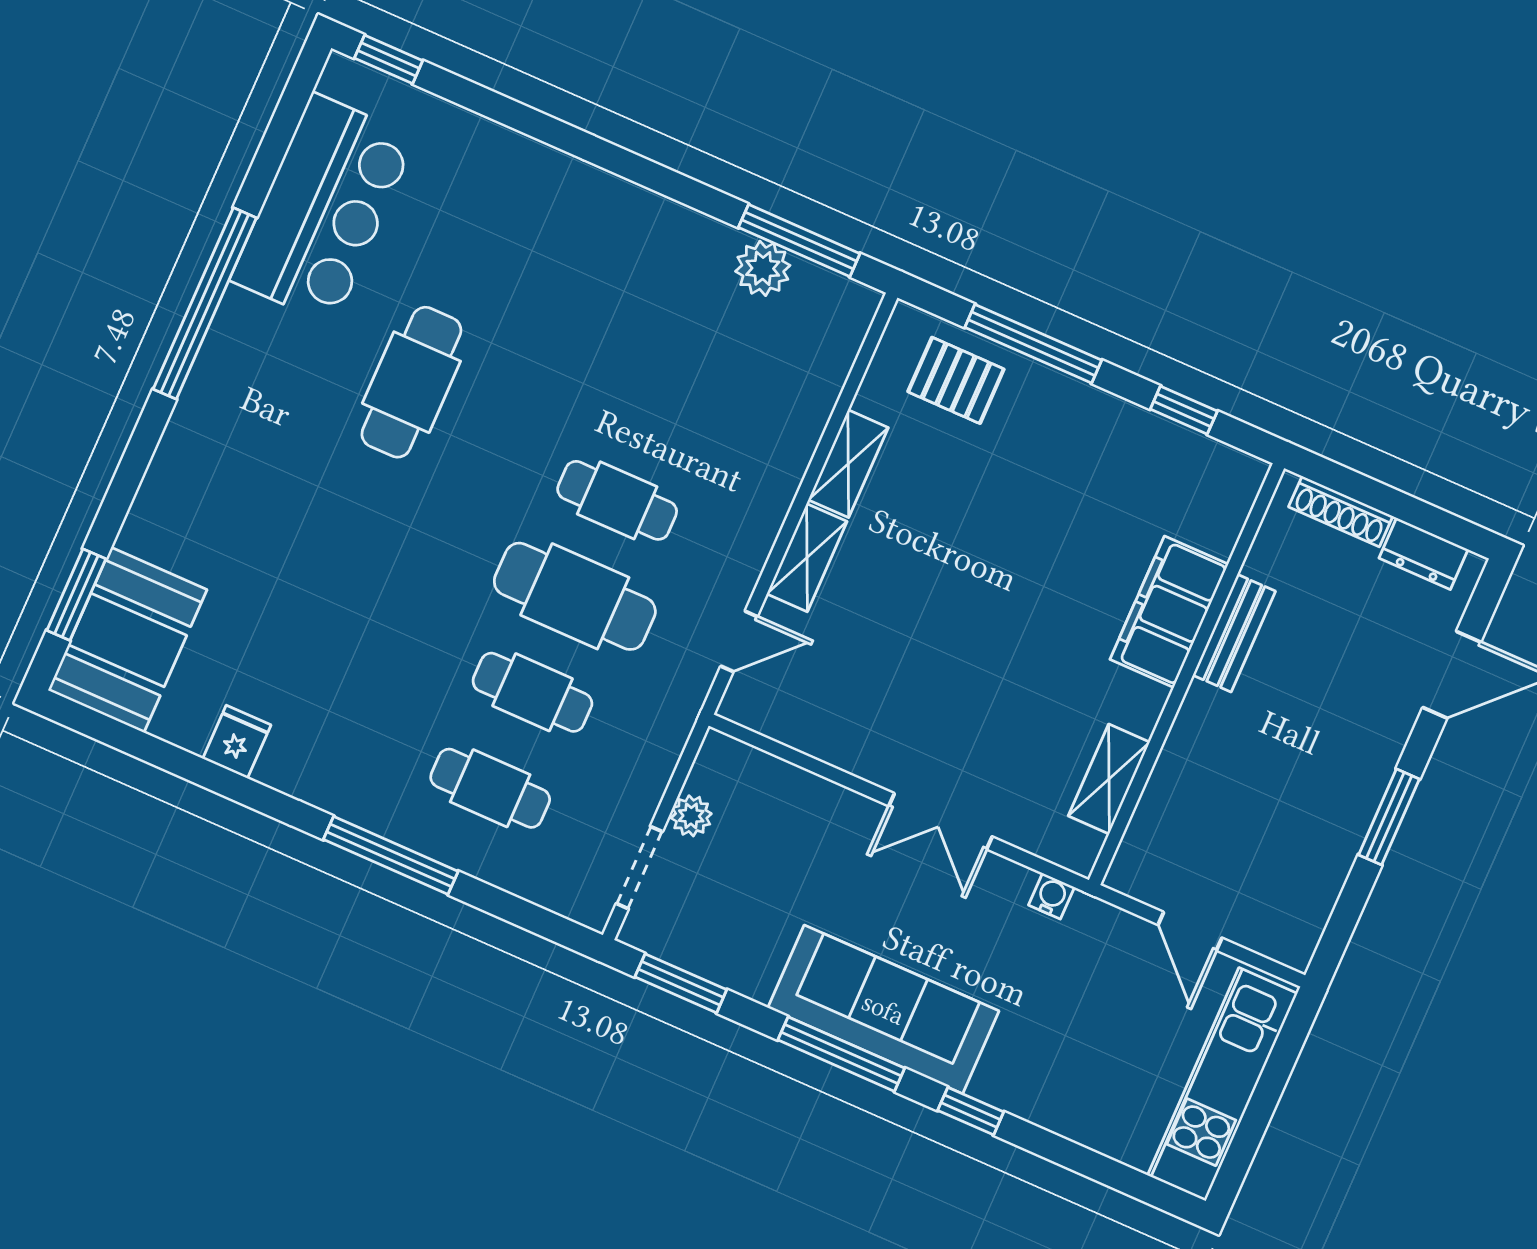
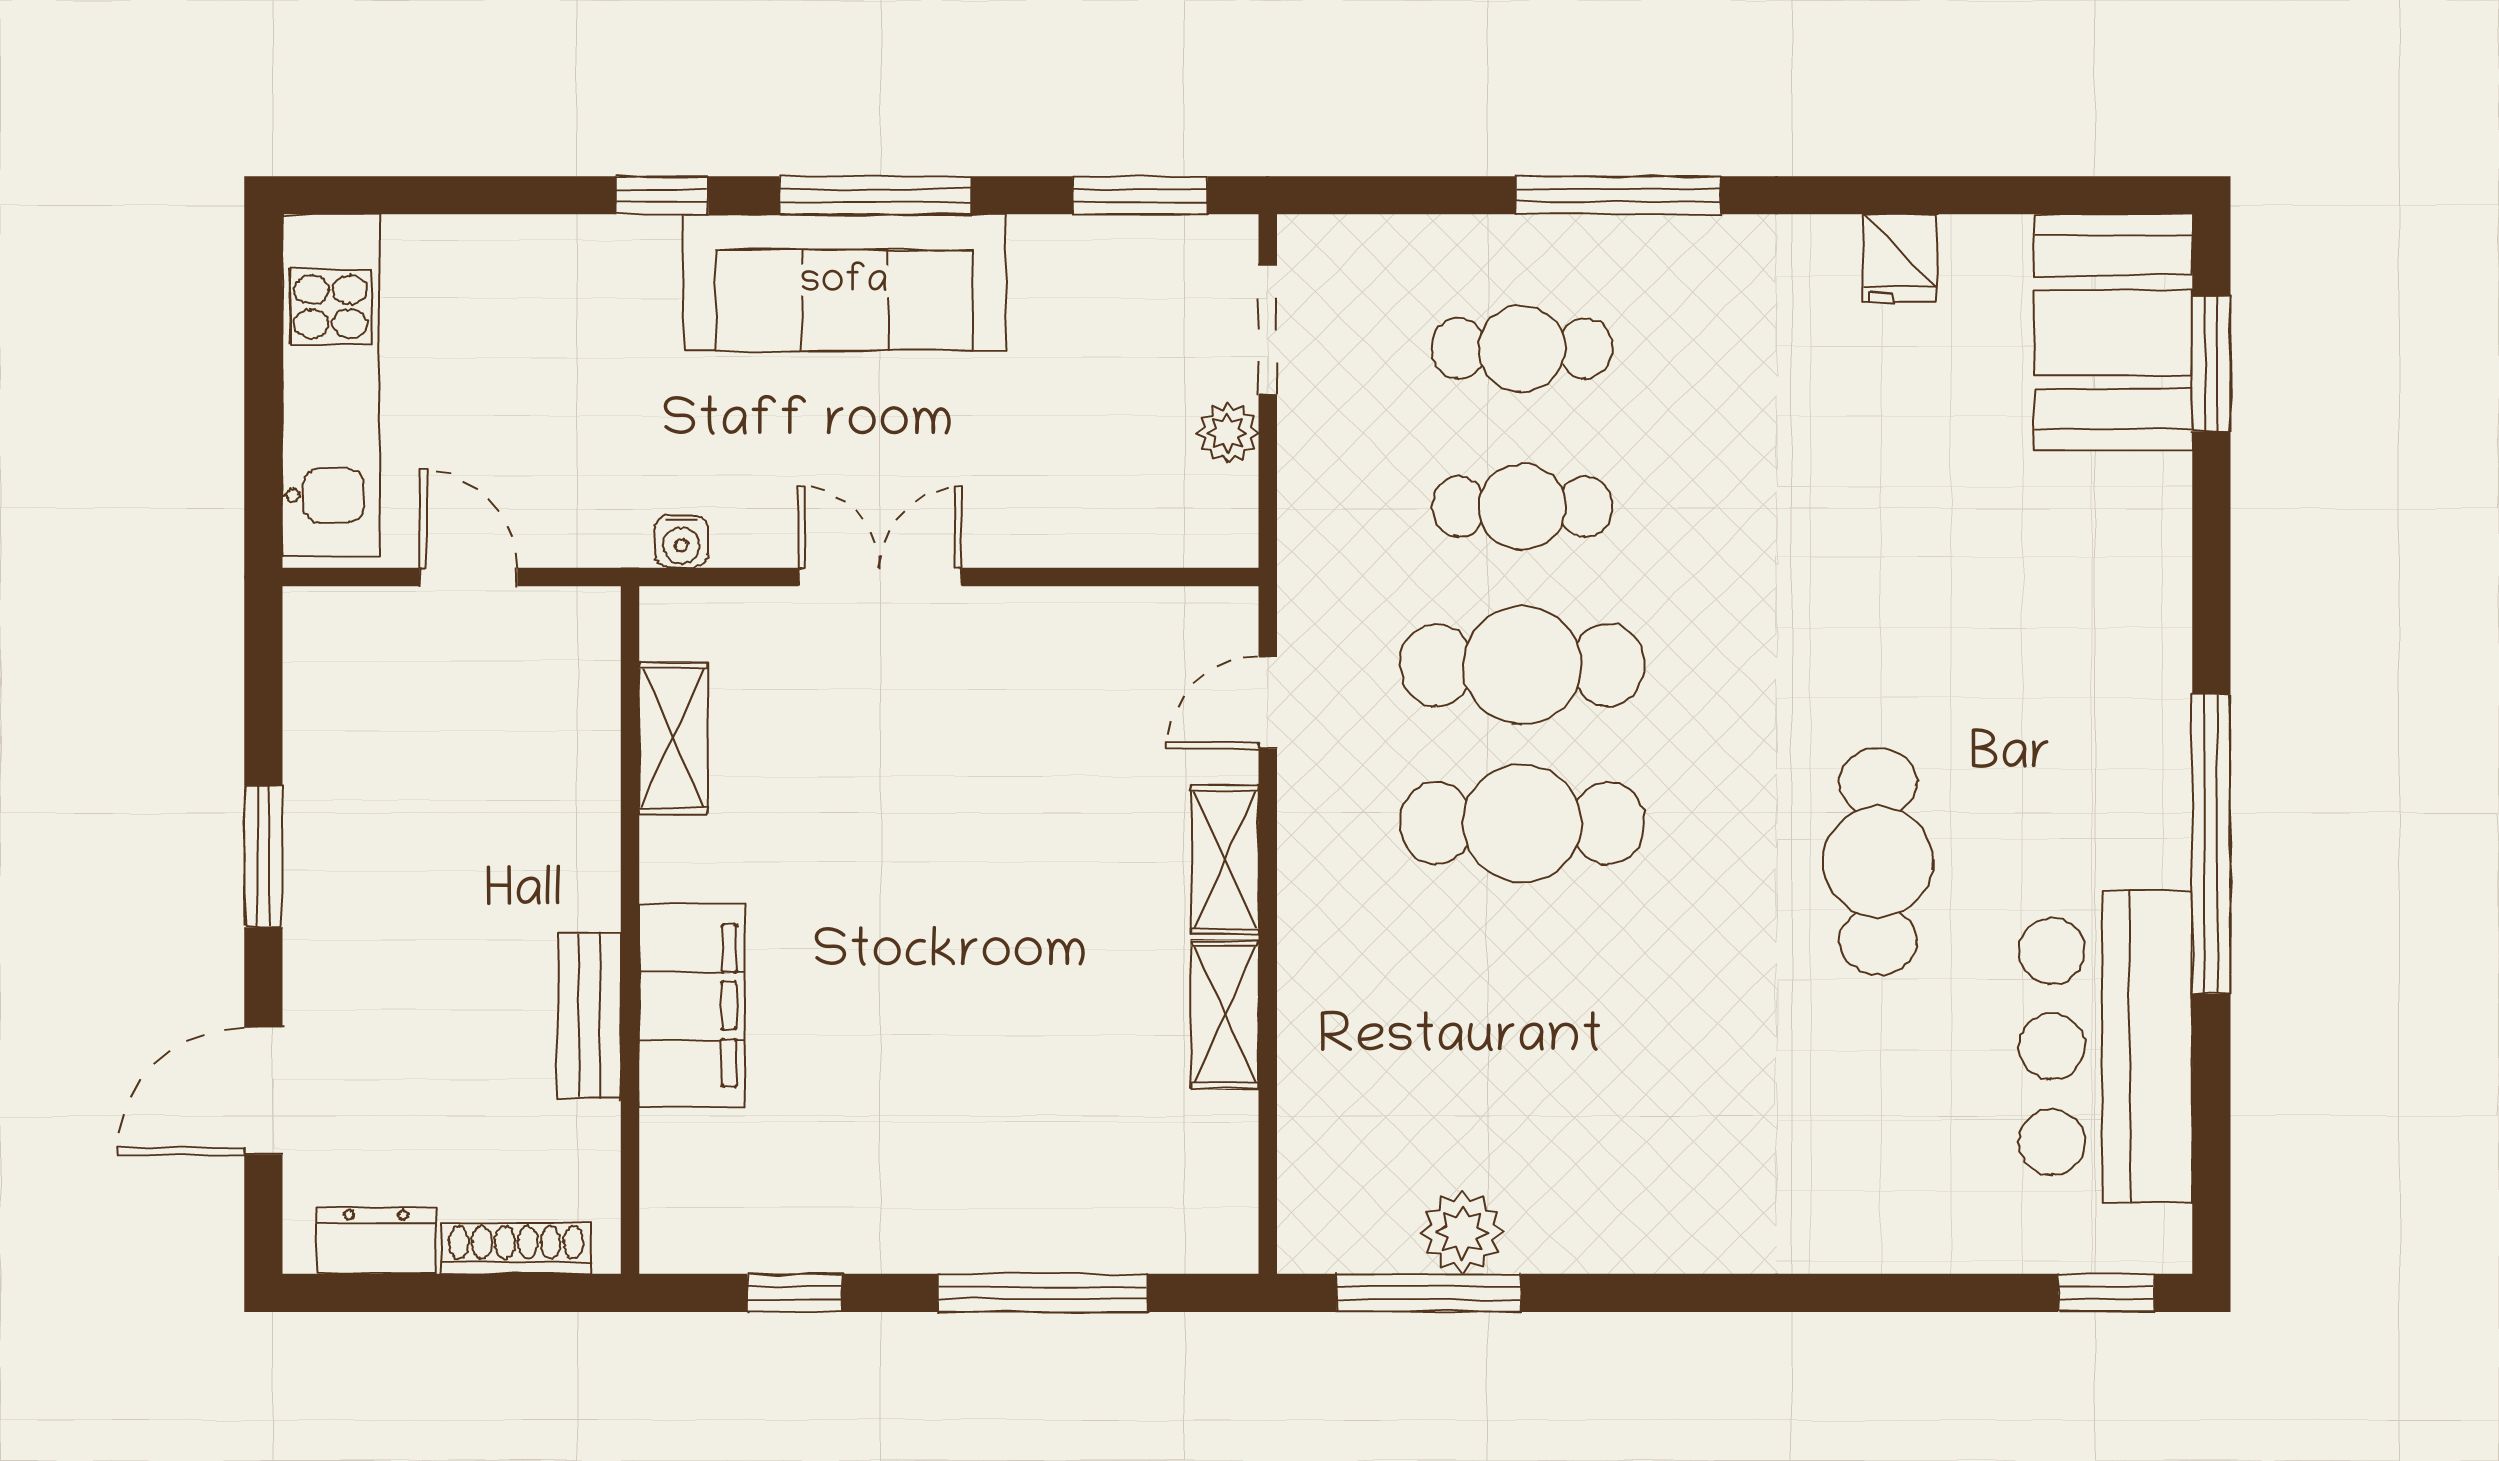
pallet: (956, 380) -> (1127, 1195), removed
cafe table: (617, 500) -> (1522, 823), width x1.37, depth x1.35

